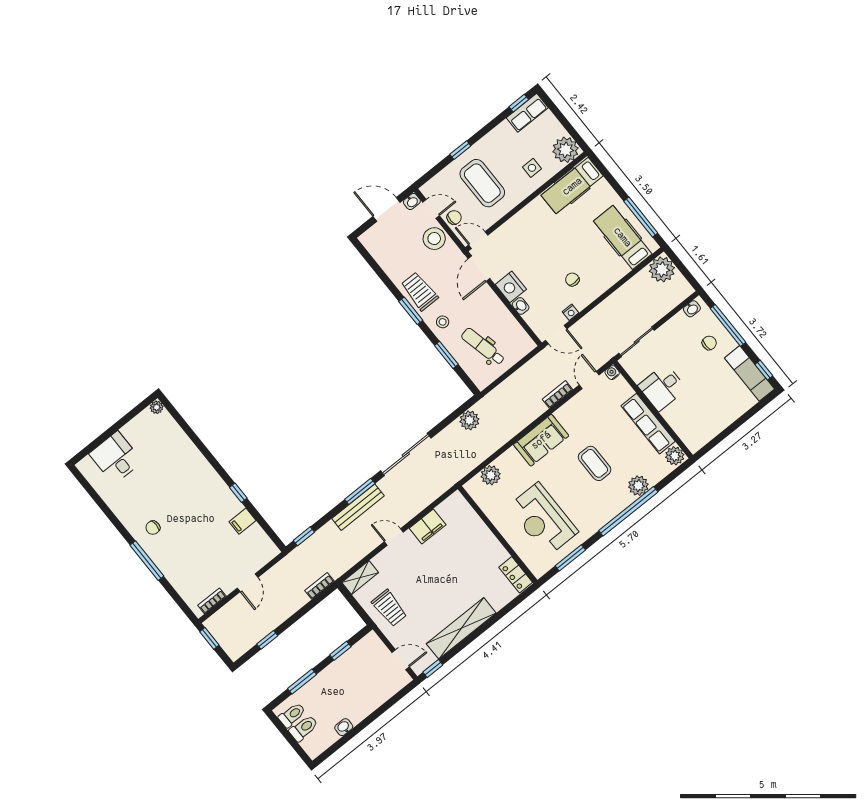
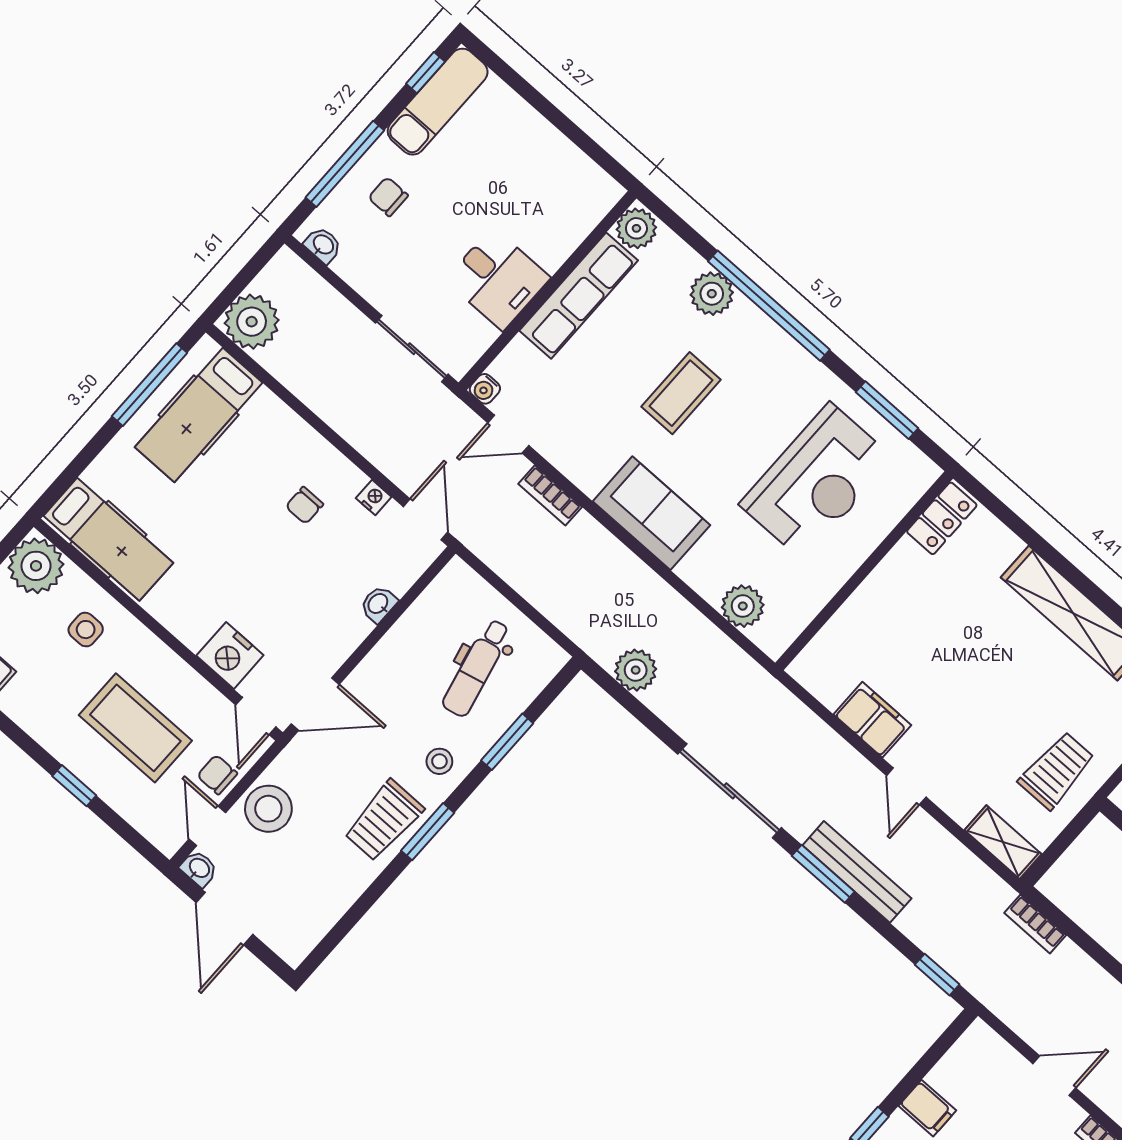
coffee table: (482, 183) -> (135, 728), turned 90
nightstand: (511, 287) -> (230, 655), moved, turned 90

